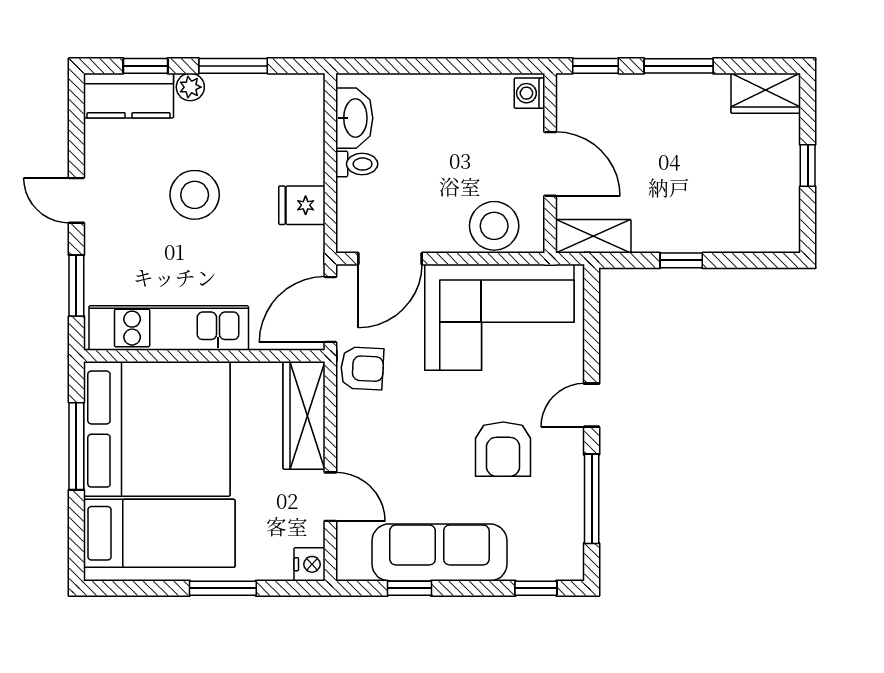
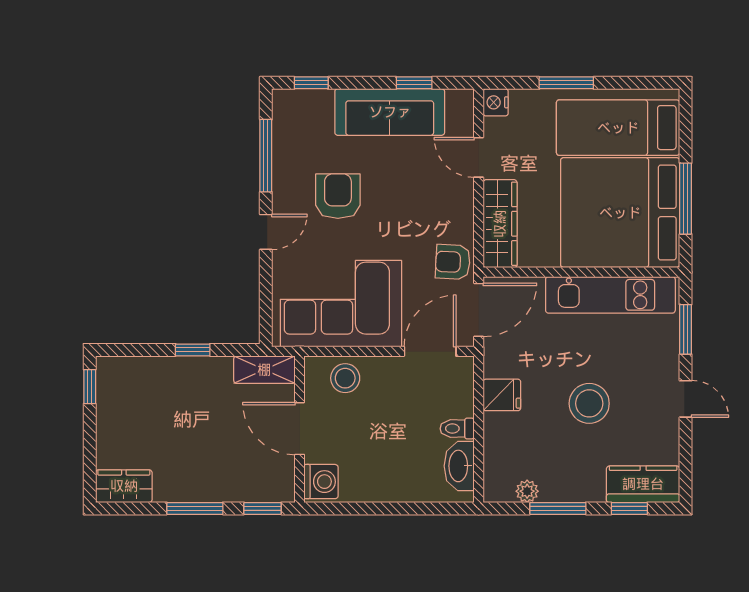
plant: (190, 87) -> (527, 491), moved
washing machine: (530, 93) -> (321, 482), width x1.38, depth x1.38
window: (808, 165) -> (90, 387), moved
stool: (494, 226) -> (345, 378), width x0.73, depth x0.73

